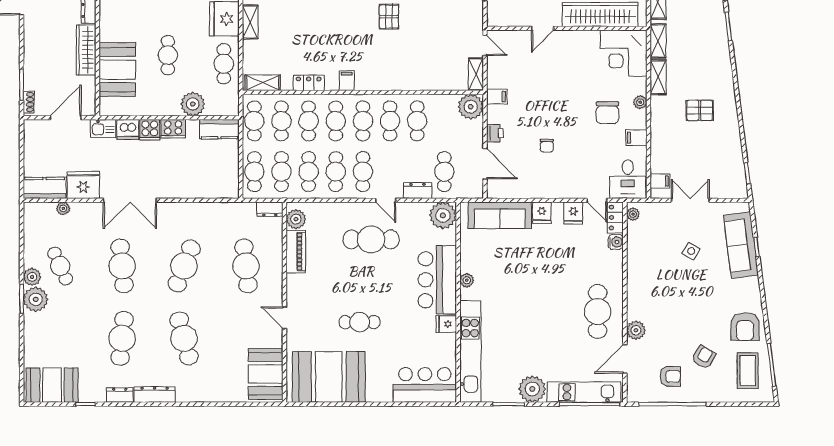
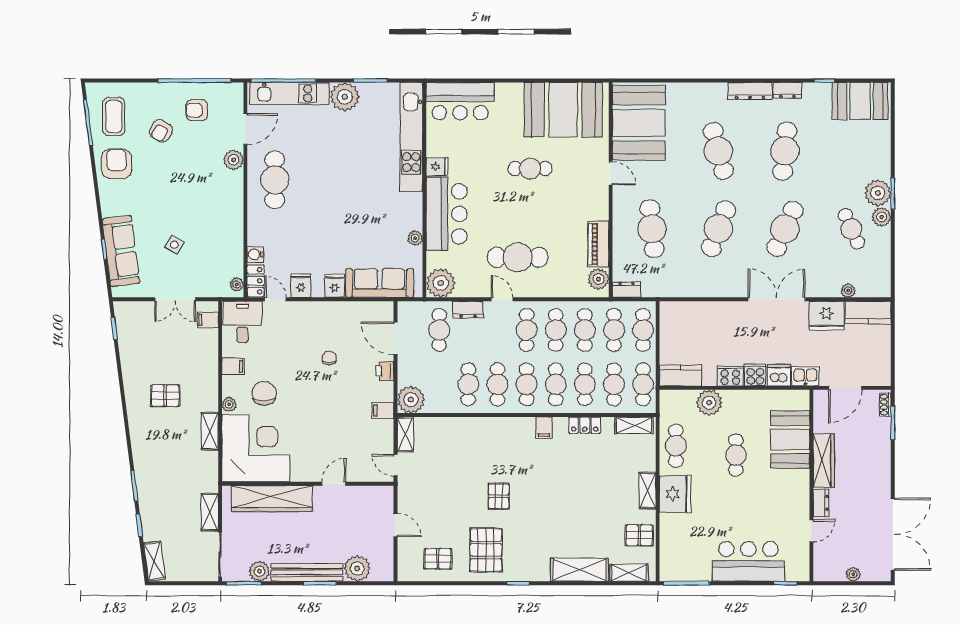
shelving: (658, 41) -> (210, 470), removed
corner desk: (624, 53) -> (256, 448), width x1.36, depth x1.36
cafe table: (122, 266) -> (785, 229), turned 30
plant: (467, 280) -> (415, 238), moved
booth: (266, 374) -> (639, 123), width x1.36, depth x1.42

